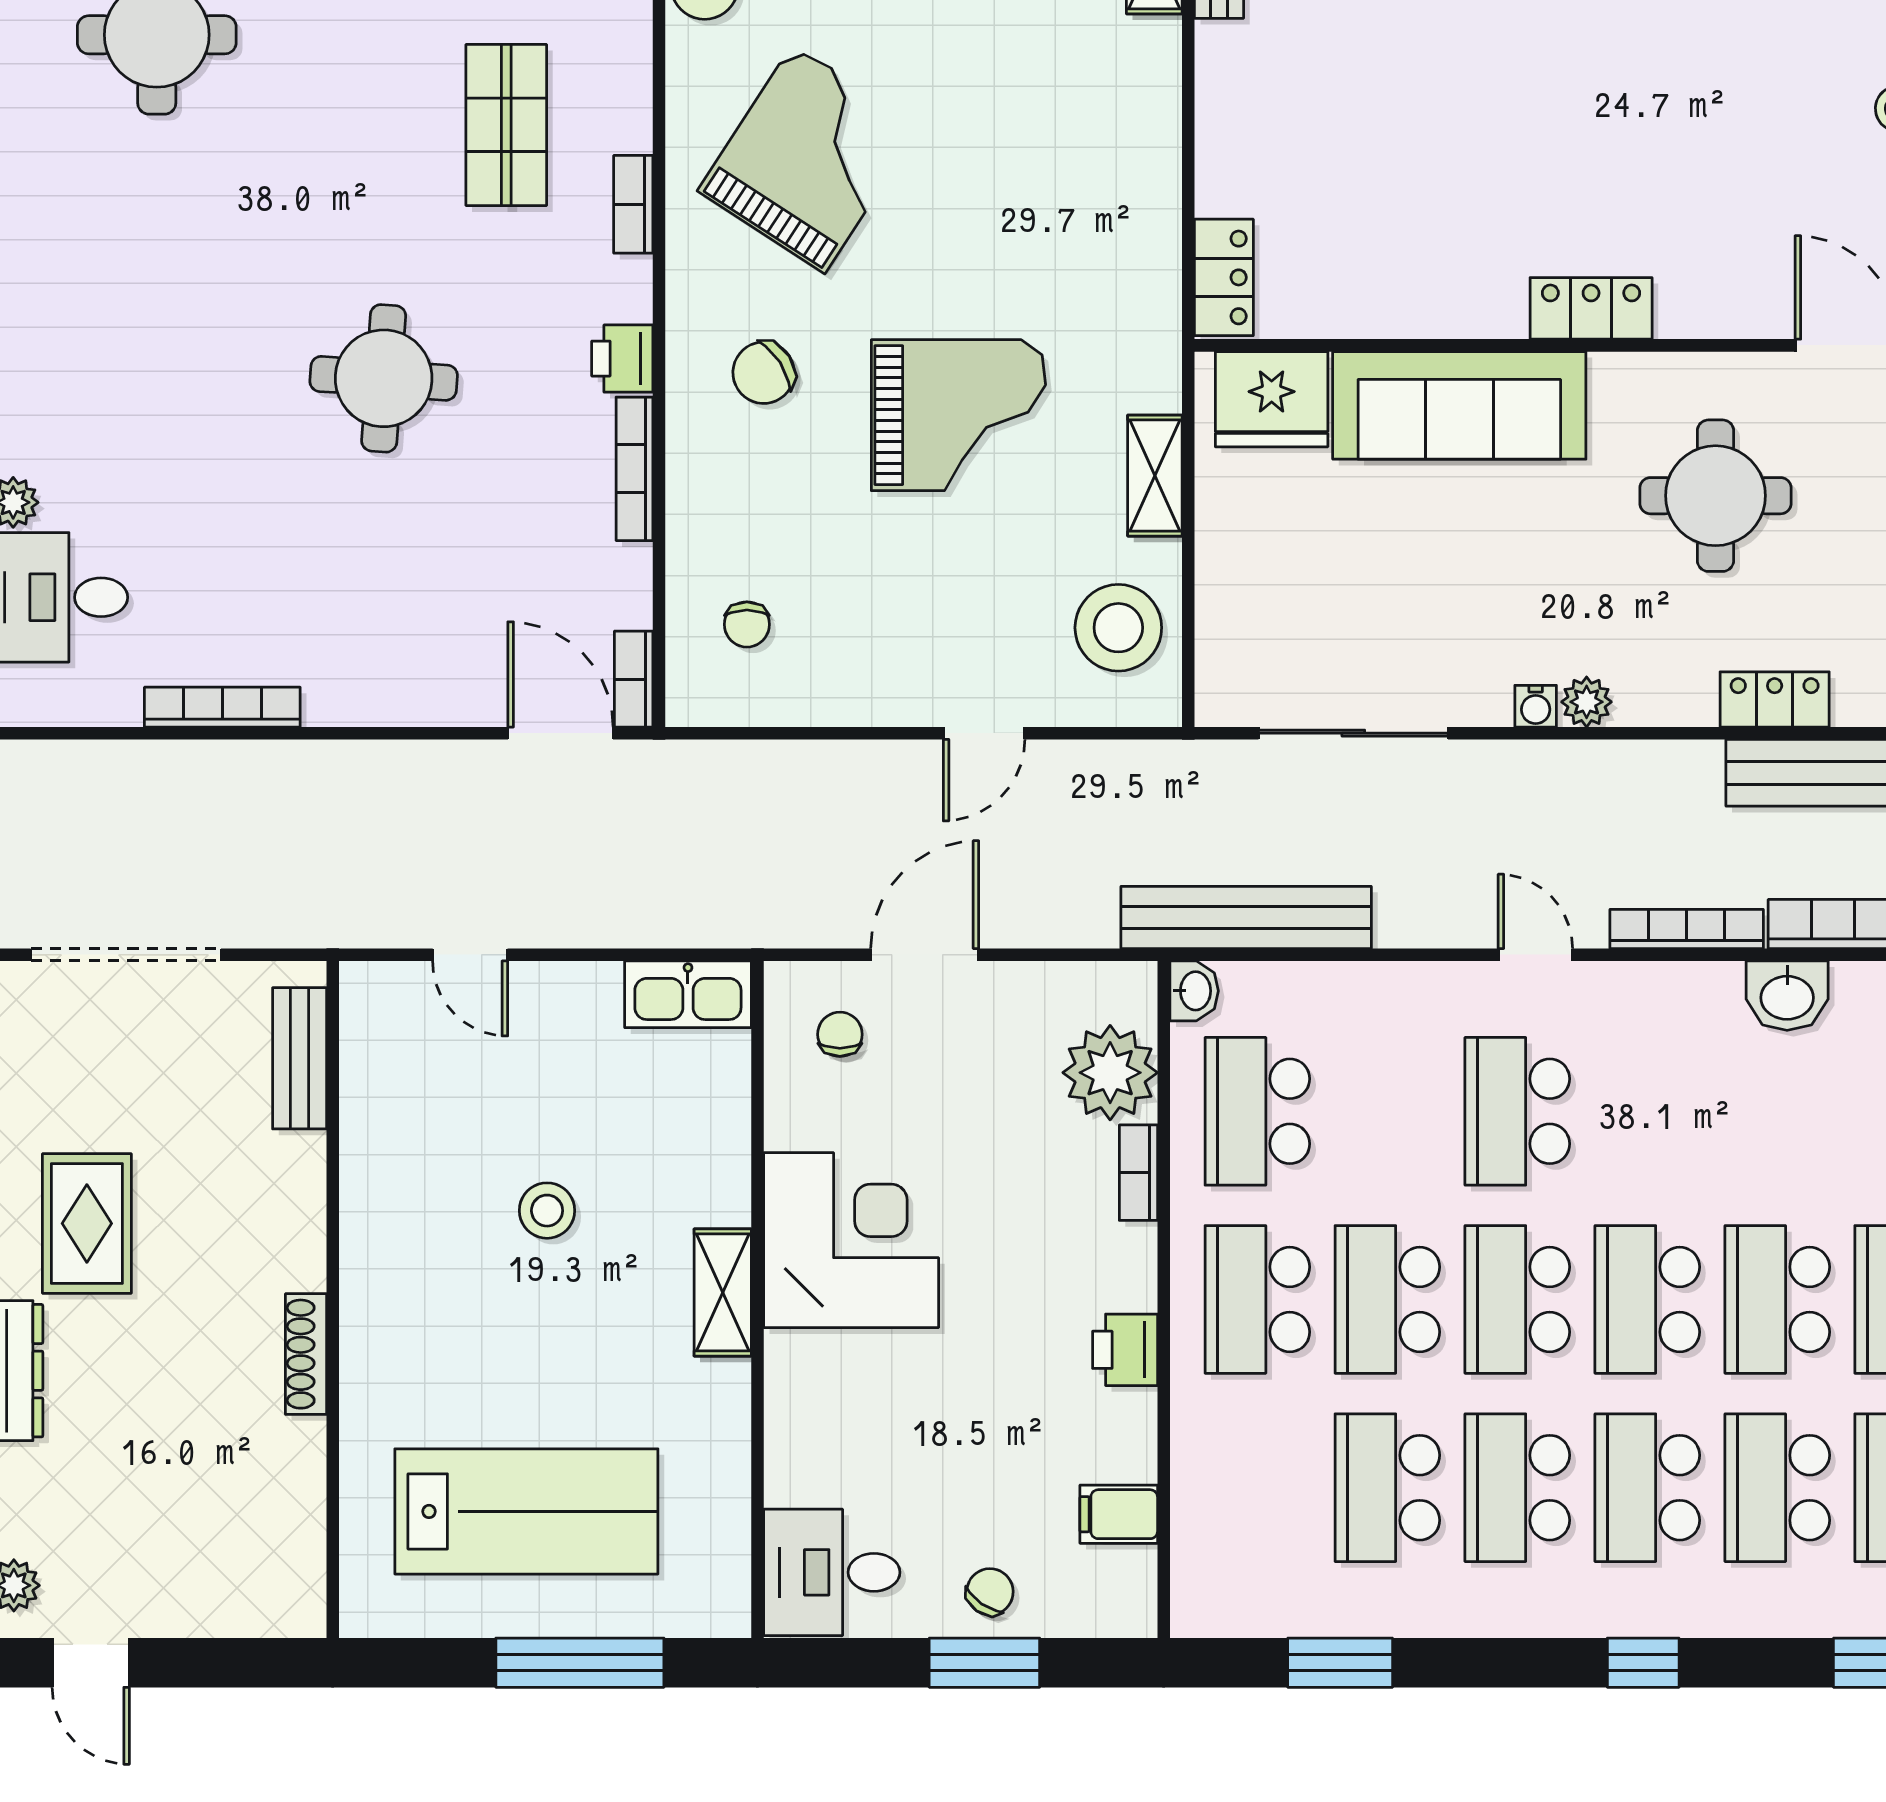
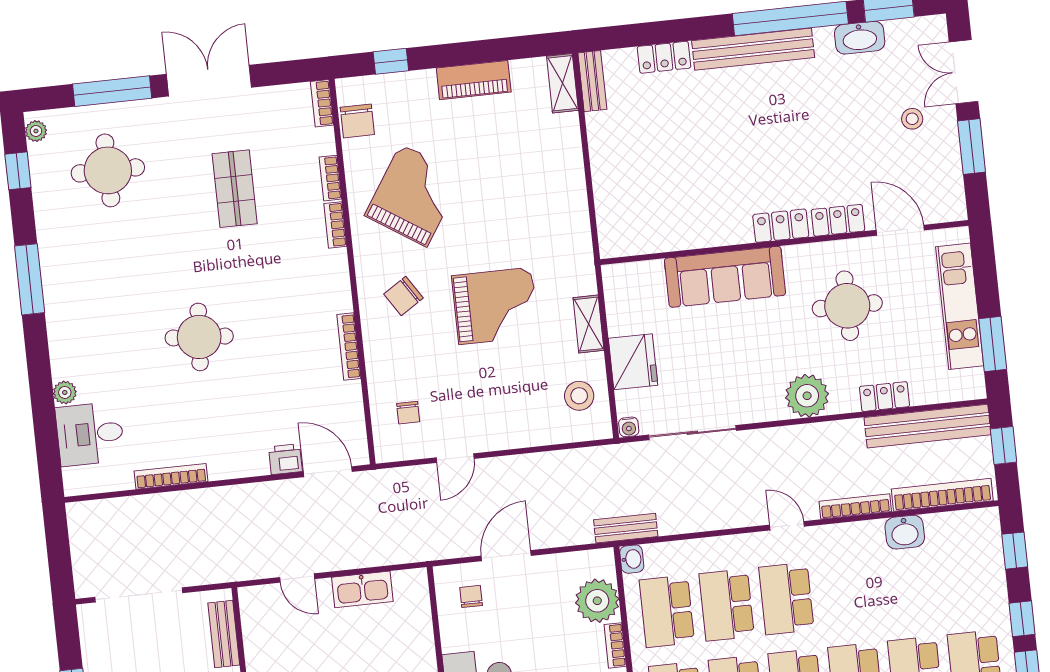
shop shelf: (506, 125) -> (235, 189), moved
locker: (1224, 277) -> (838, 220), moved, turned -90
printer: (622, 359) -> (285, 459), moved, turned 90
round table: (384, 378) -> (199, 337), moved
fridge: (1272, 399) -> (633, 362), moved, turned -90
stool: (1118, 628) -> (579, 396), width x0.73, depth x0.73
bookcase: (634, 679) -> (330, 178), moved
plant: (1587, 702) -> (807, 396), width x1.87, depth x1.87
water cooler: (1536, 706) -> (629, 427), moved
door: (984, 733) -> (455, 458), moved
bench: (1246, 917) -> (626, 528), width x0.54, depth x0.82
kitchen sink: (688, 994) -> (362, 589), moved
school desk: (1387, 1111) -> (727, 605), added

